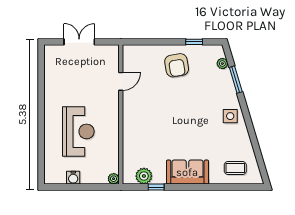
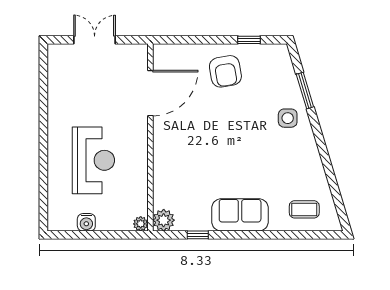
plant: (222, 64) -> (287, 69), removed
door: (121, 81) -> (150, 93), width x1.88
side table: (230, 116) -> (288, 118), moved
plant: (144, 176) -> (164, 220), moved

